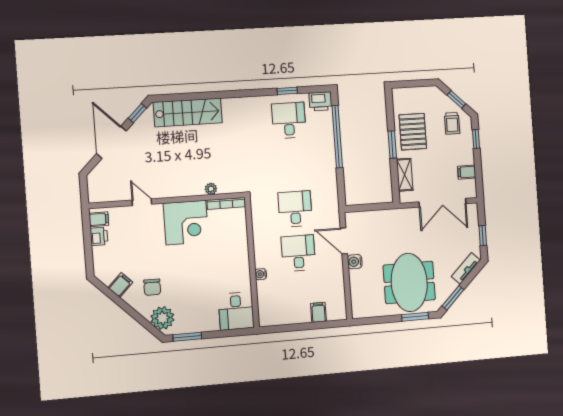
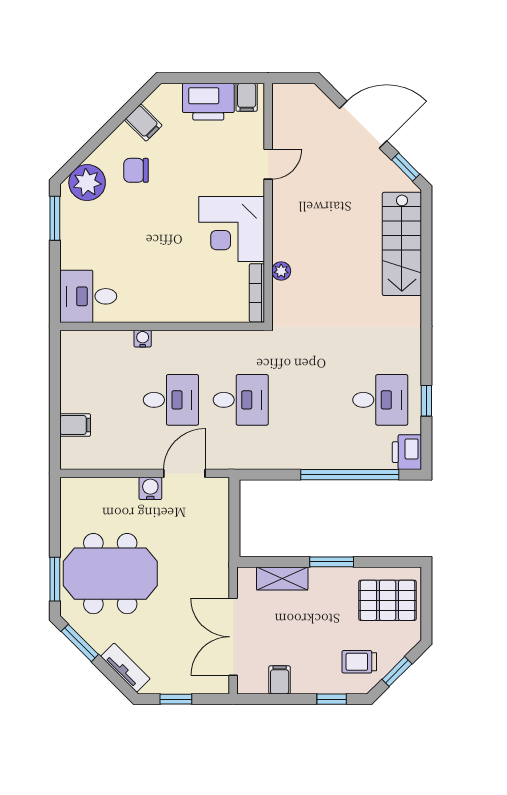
pallet: (413, 132) -> (388, 600), moved
printer: (99, 236) -> (208, 102), width x1.87, depth x1.48

